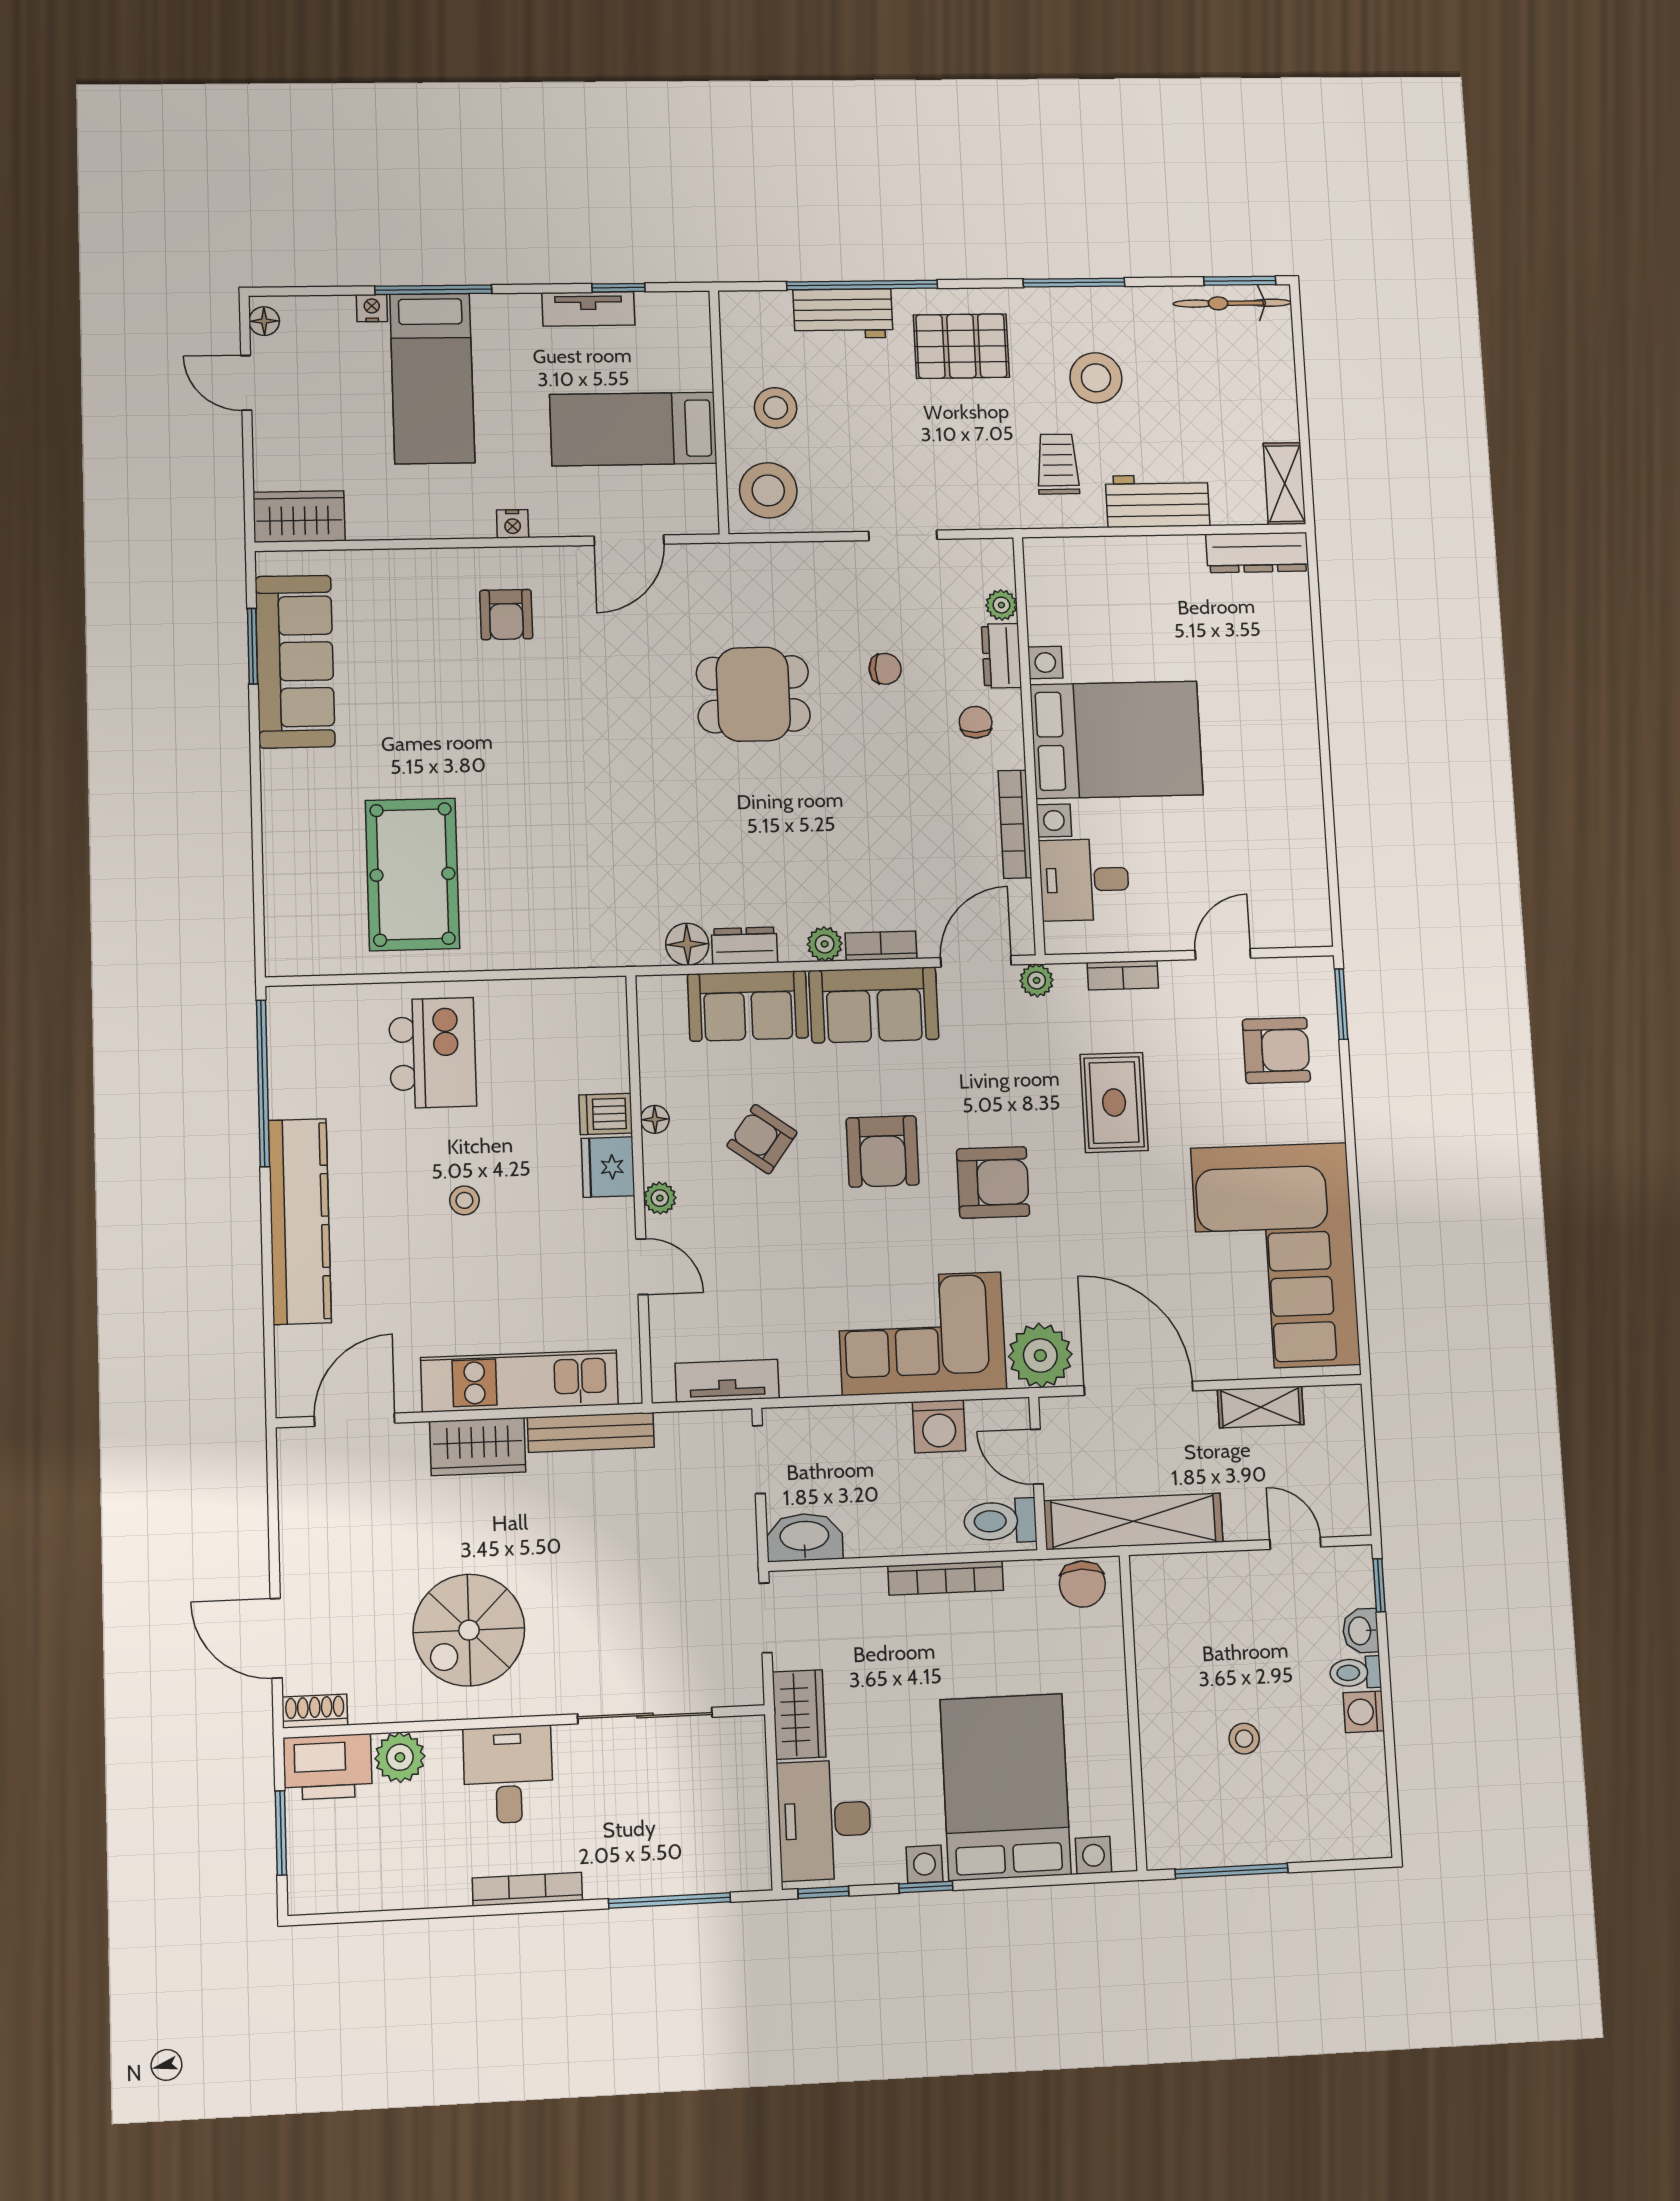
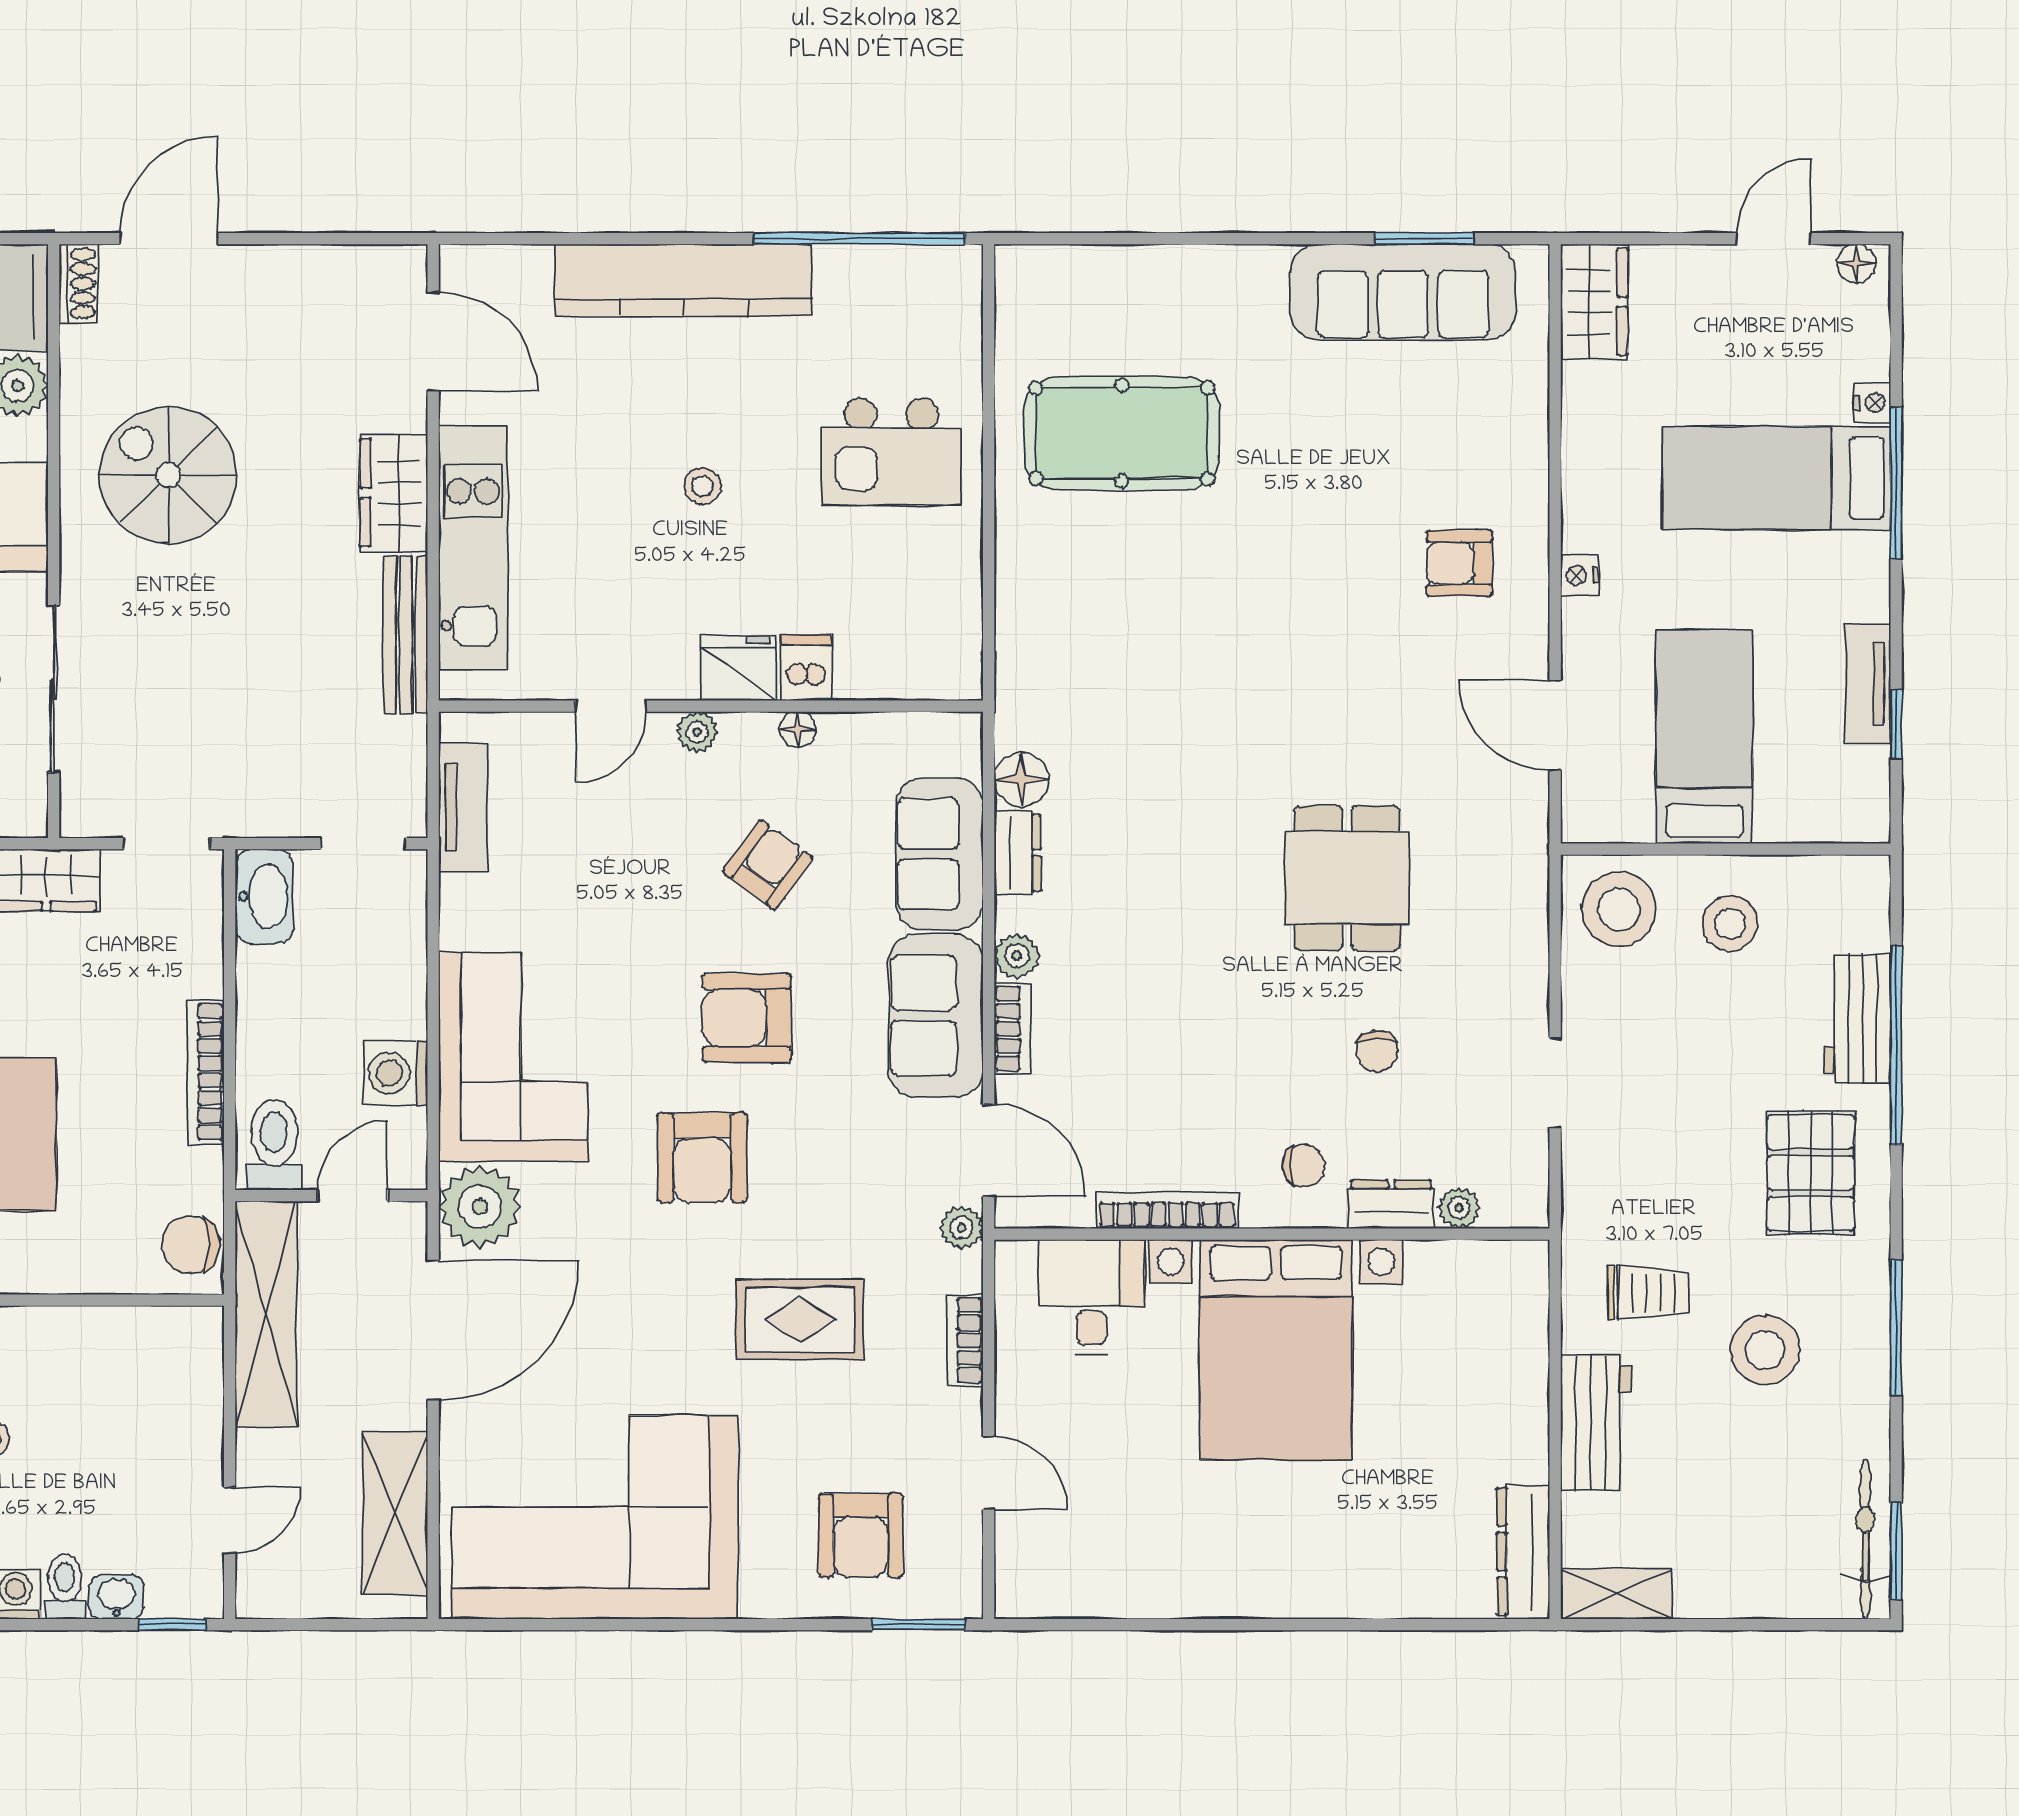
shelving: (1261, 1407) -> (395, 1513), width x1.50, depth x1.33

